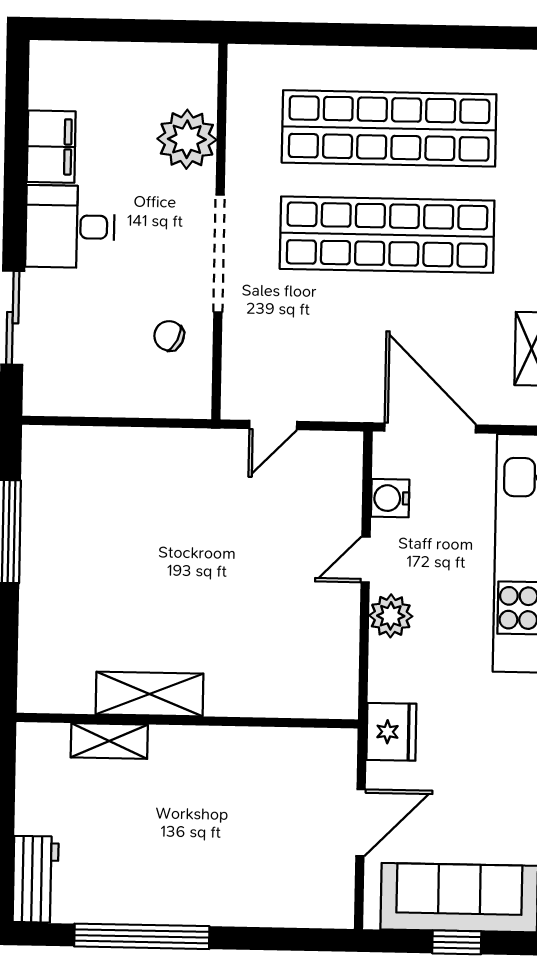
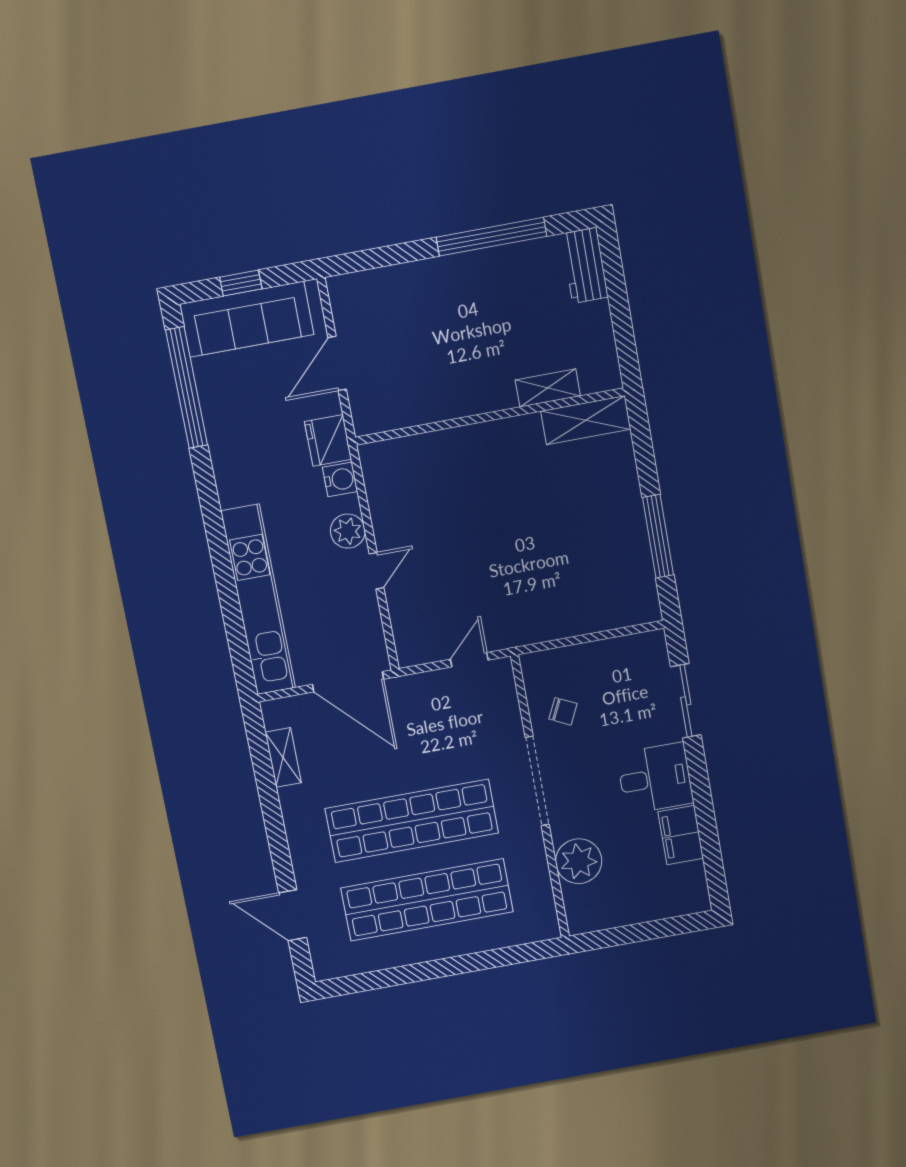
water cooler: (390, 498) -> (340, 479), moved
shelving: (149, 694) -> (586, 420), moved

